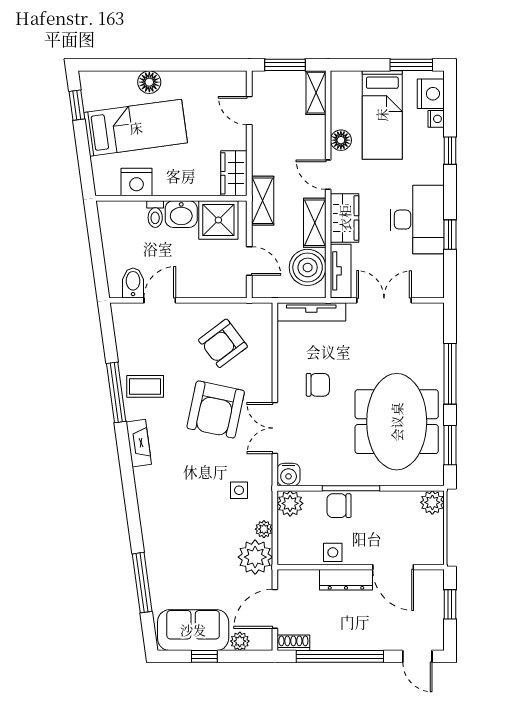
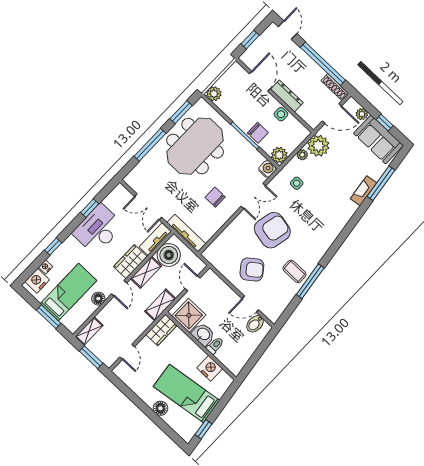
window: (411, 65) -> (49, 317), moved
armchair: (223, 343) -> (252, 269), moved
fireplace: (139, 443) -> (363, 191), moved
shoe rack: (293, 643) -> (335, 87), width x1.43

